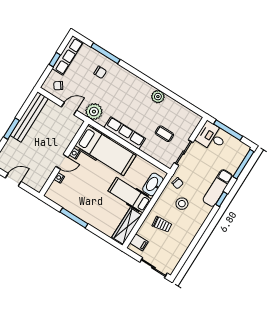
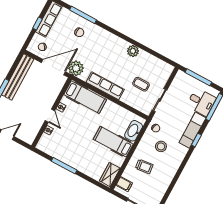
door: (69, 109) -> (53, 67), width x1.88
desk: (212, 137) -> (201, 102), moved, turned 180
hospital bed: (106, 150) -> (85, 97), width x0.73, depth x0.78
door: (62, 162) -> (50, 116), hinge flipped
wardrobe: (127, 226) -> (110, 175), width x0.67

